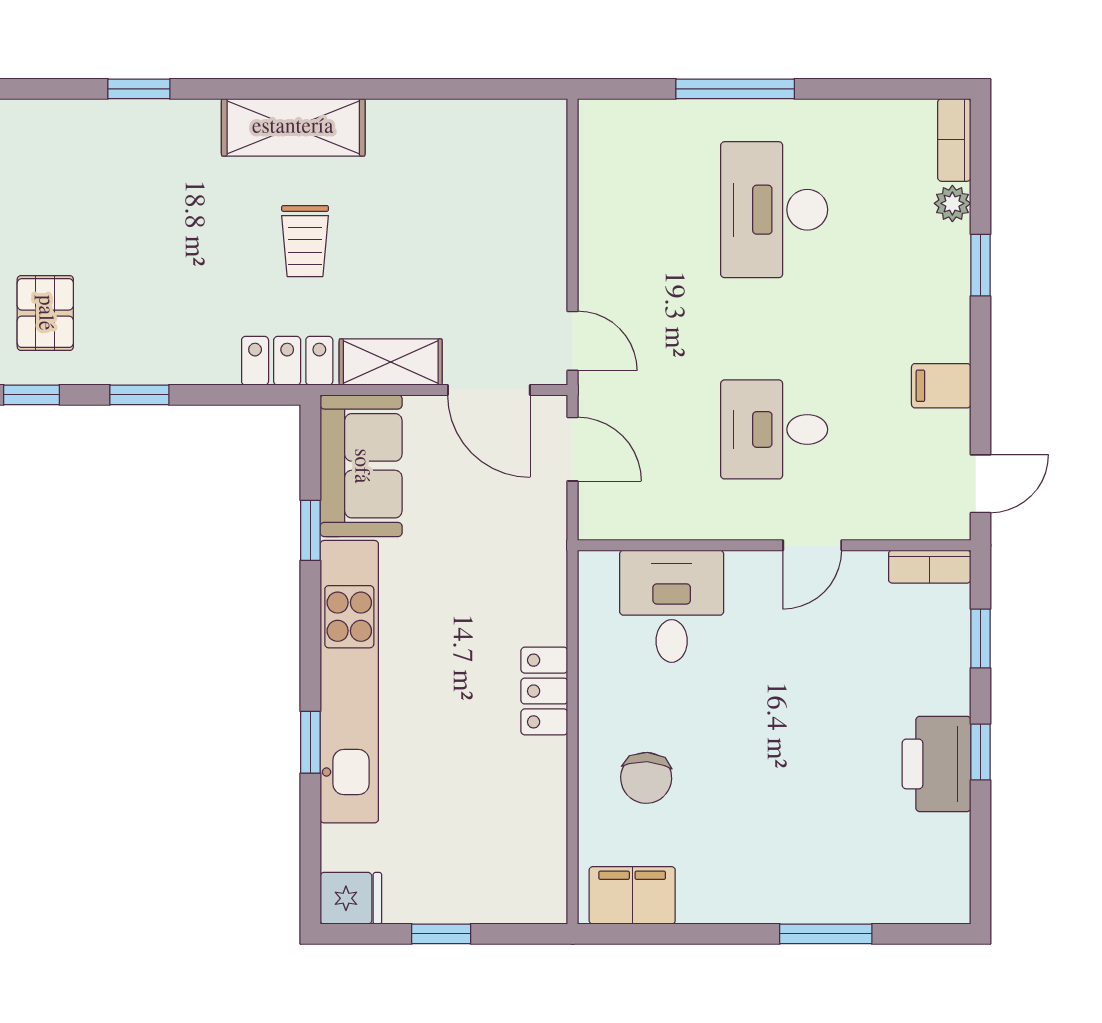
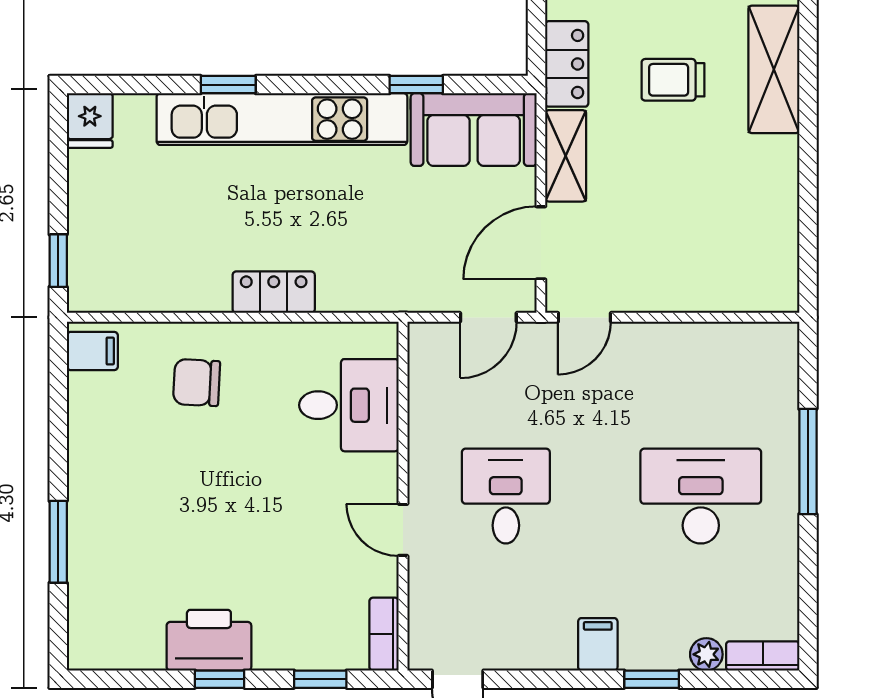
filing cabinet: (941, 386) -> (598, 644), moved
filing cabinet: (632, 895) -> (92, 351), width x0.50
window: (441, 934) -> (58, 261), moved

